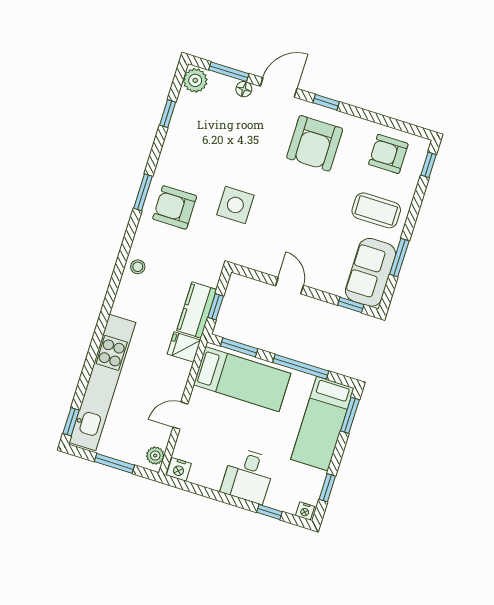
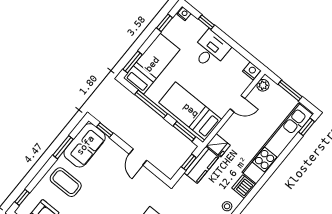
dishwasher: (126, 303) -> (244, 187), added

